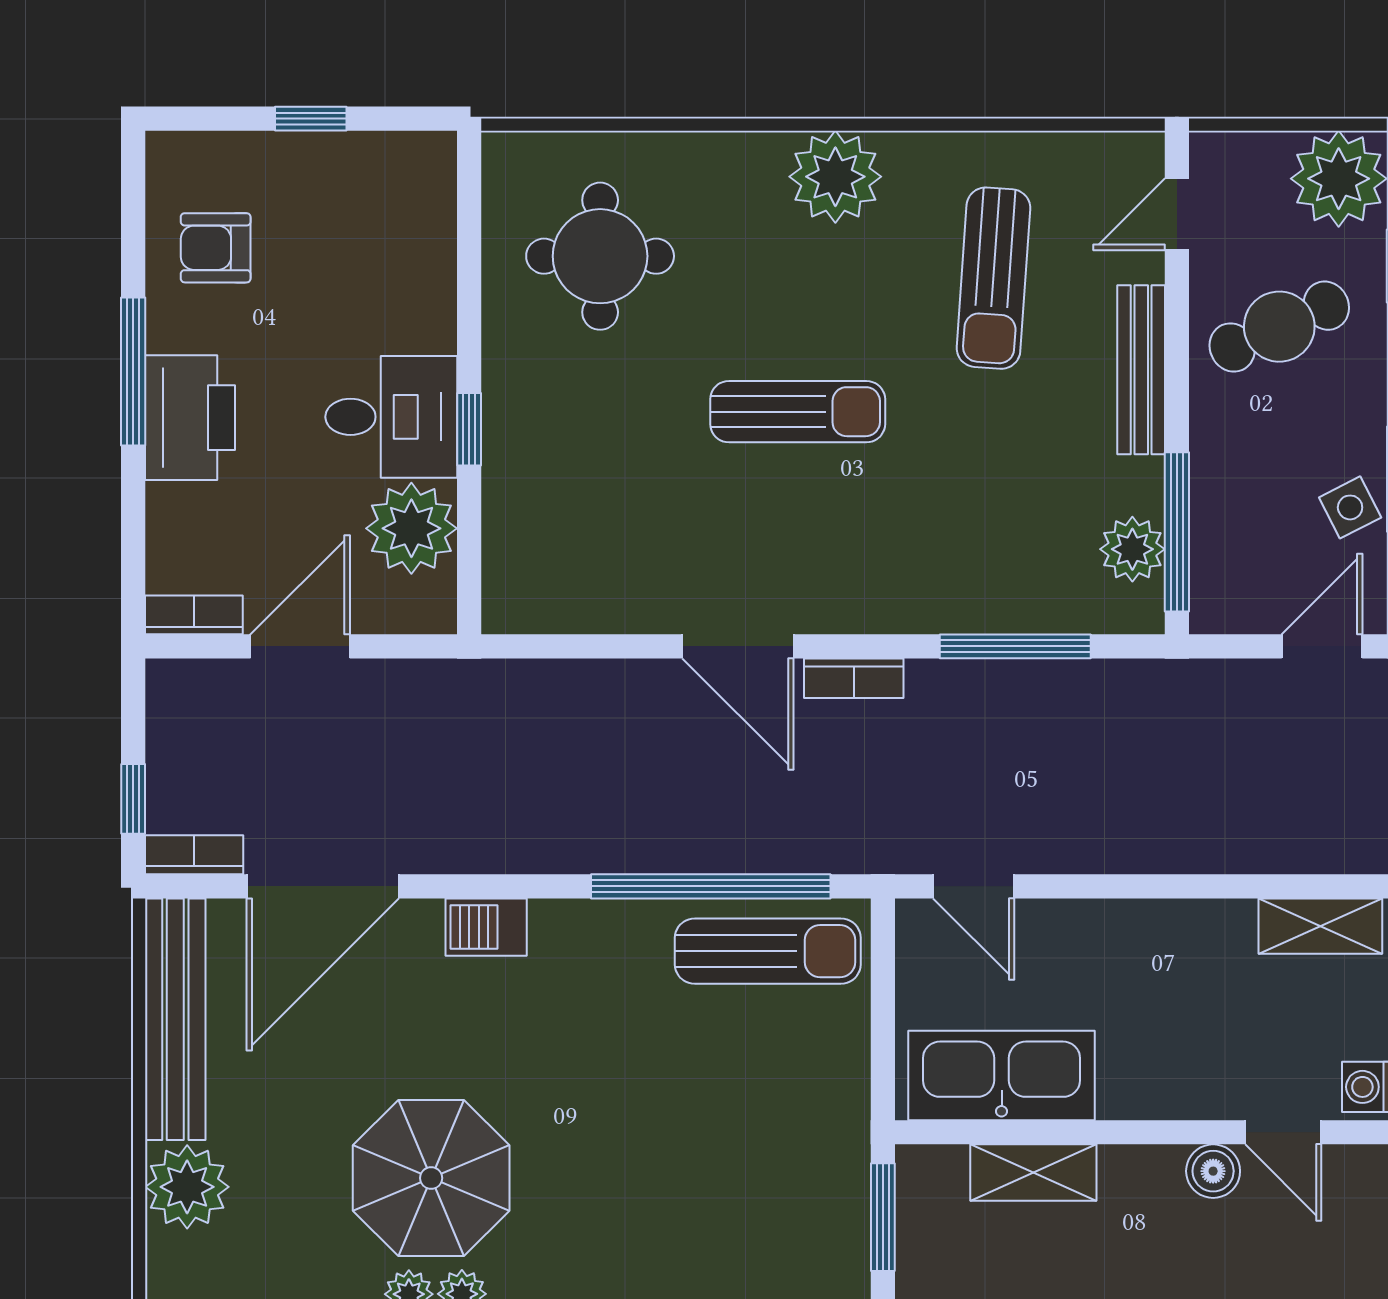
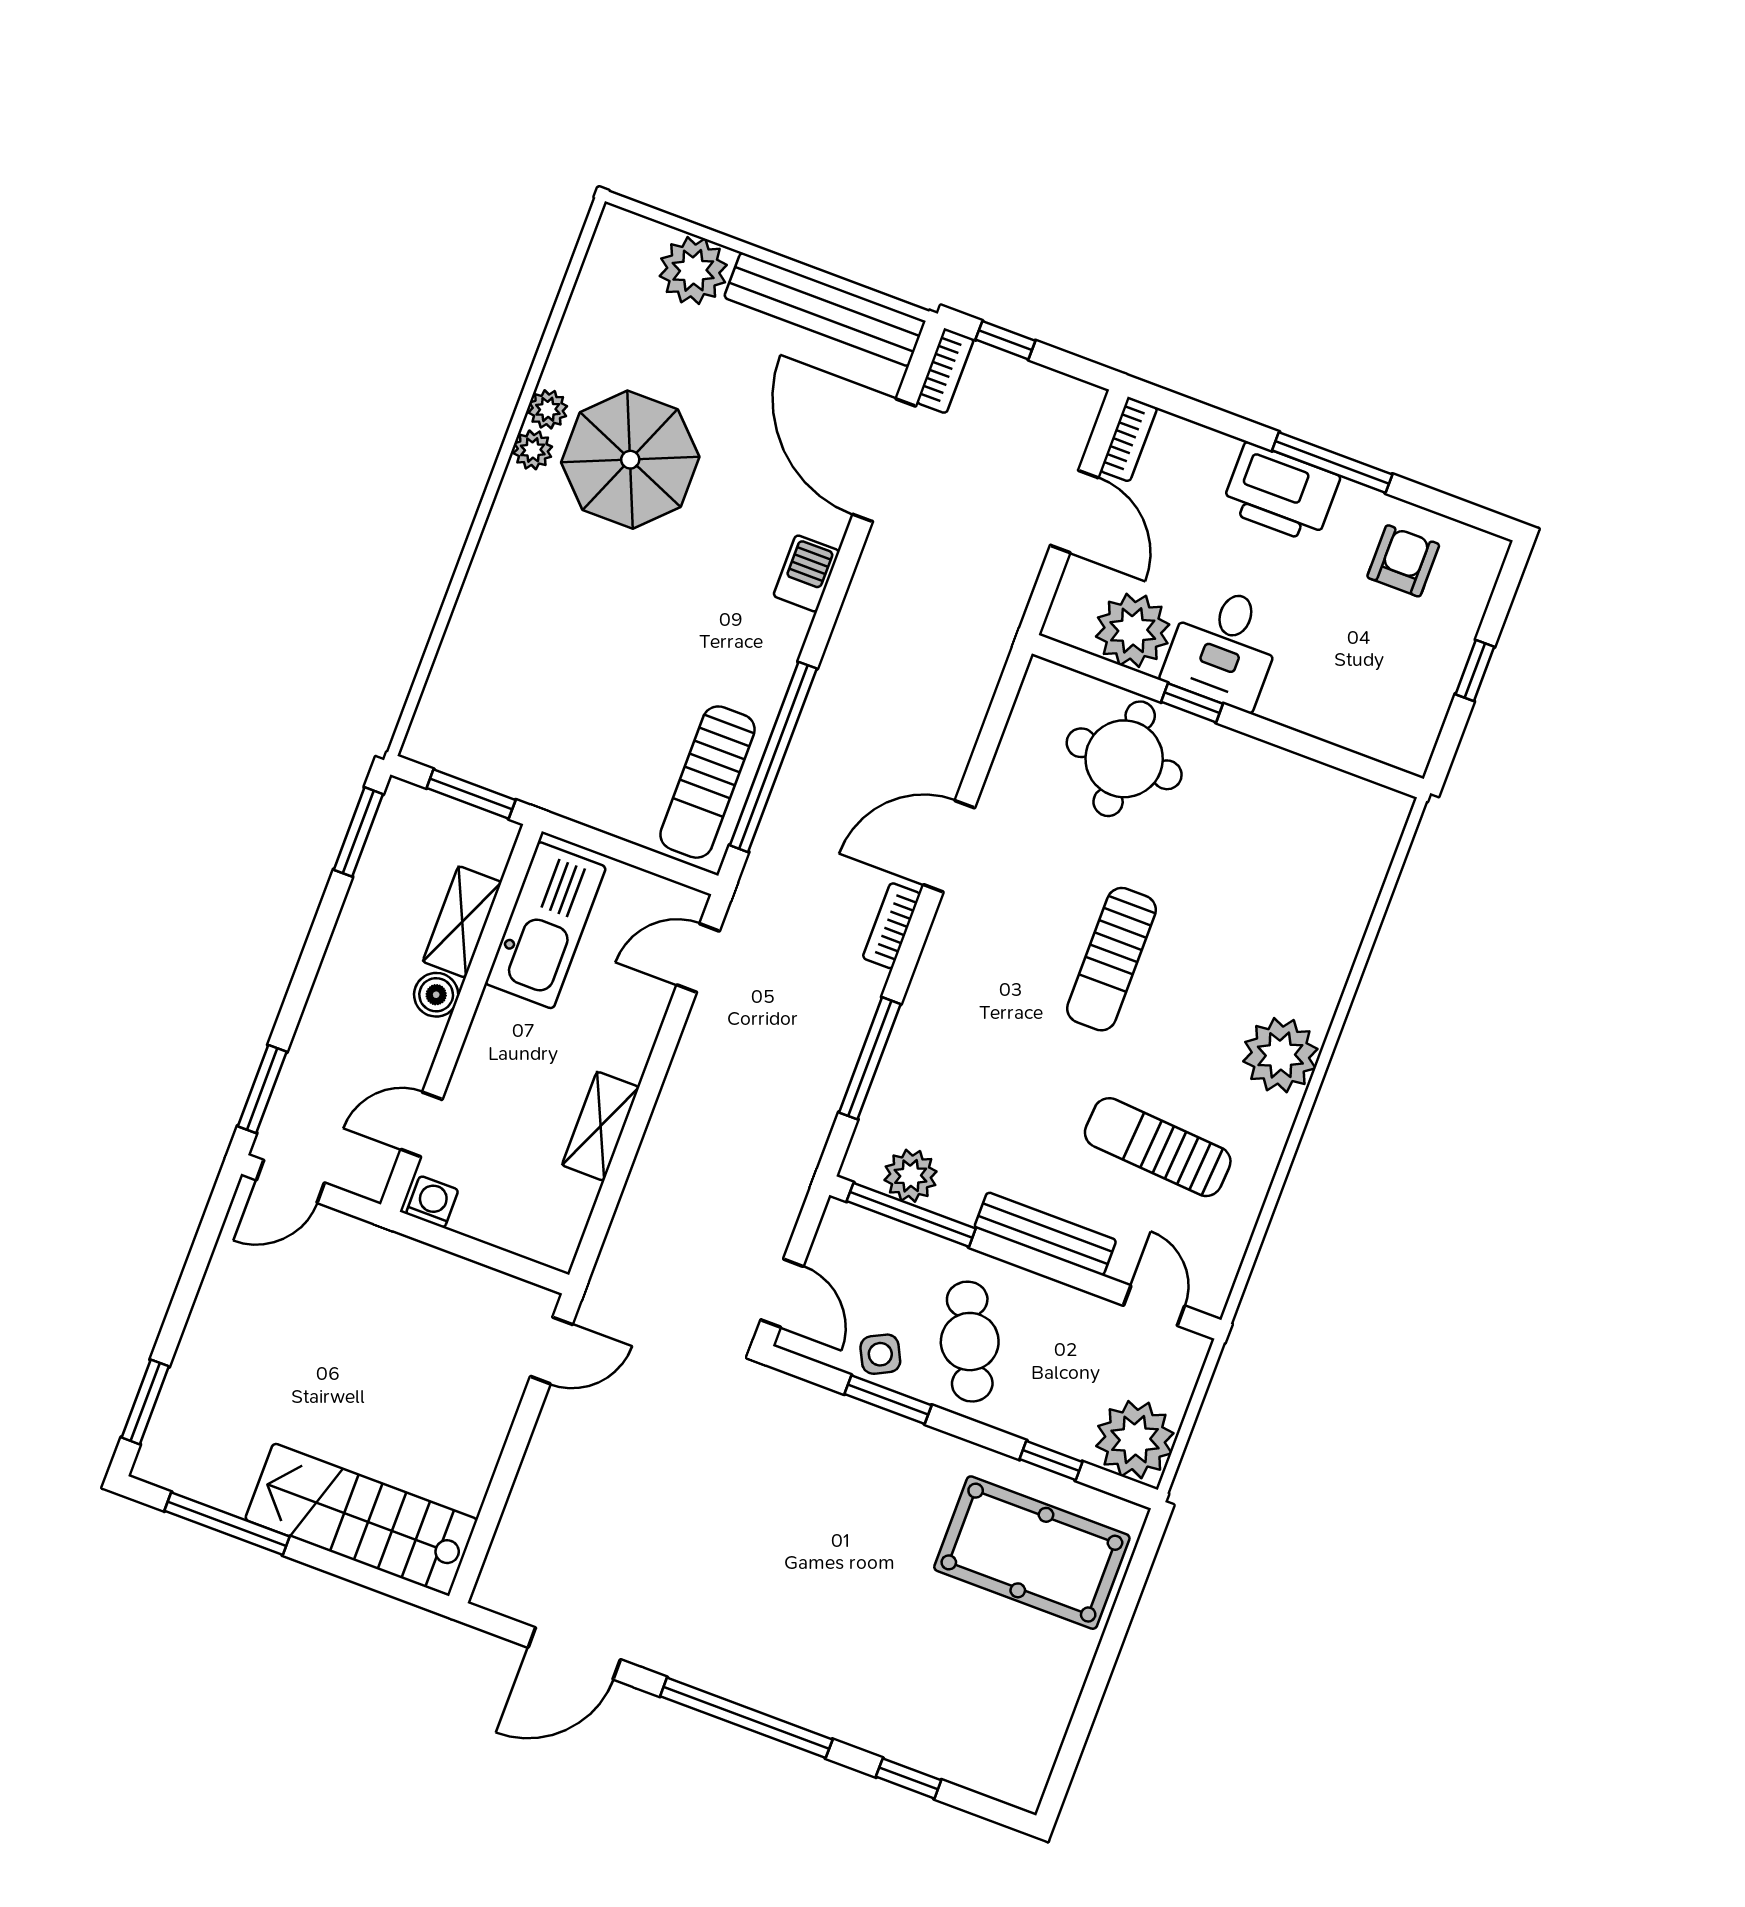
round table: (600, 256) -> (1124, 759), moved
cafe table: (1279, 327) -> (970, 1342), moved
shelving: (1320, 926) -> (601, 1126), moved
boiler: (1213, 1171) -> (436, 995), moved

